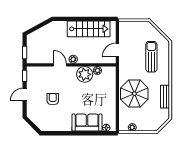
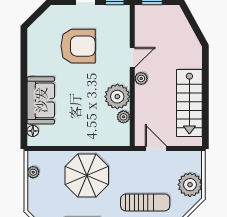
plant: (140, 28) -> (190, 185), added
armchair: (53, 99) -> (78, 46), width x1.88, depth x1.88

